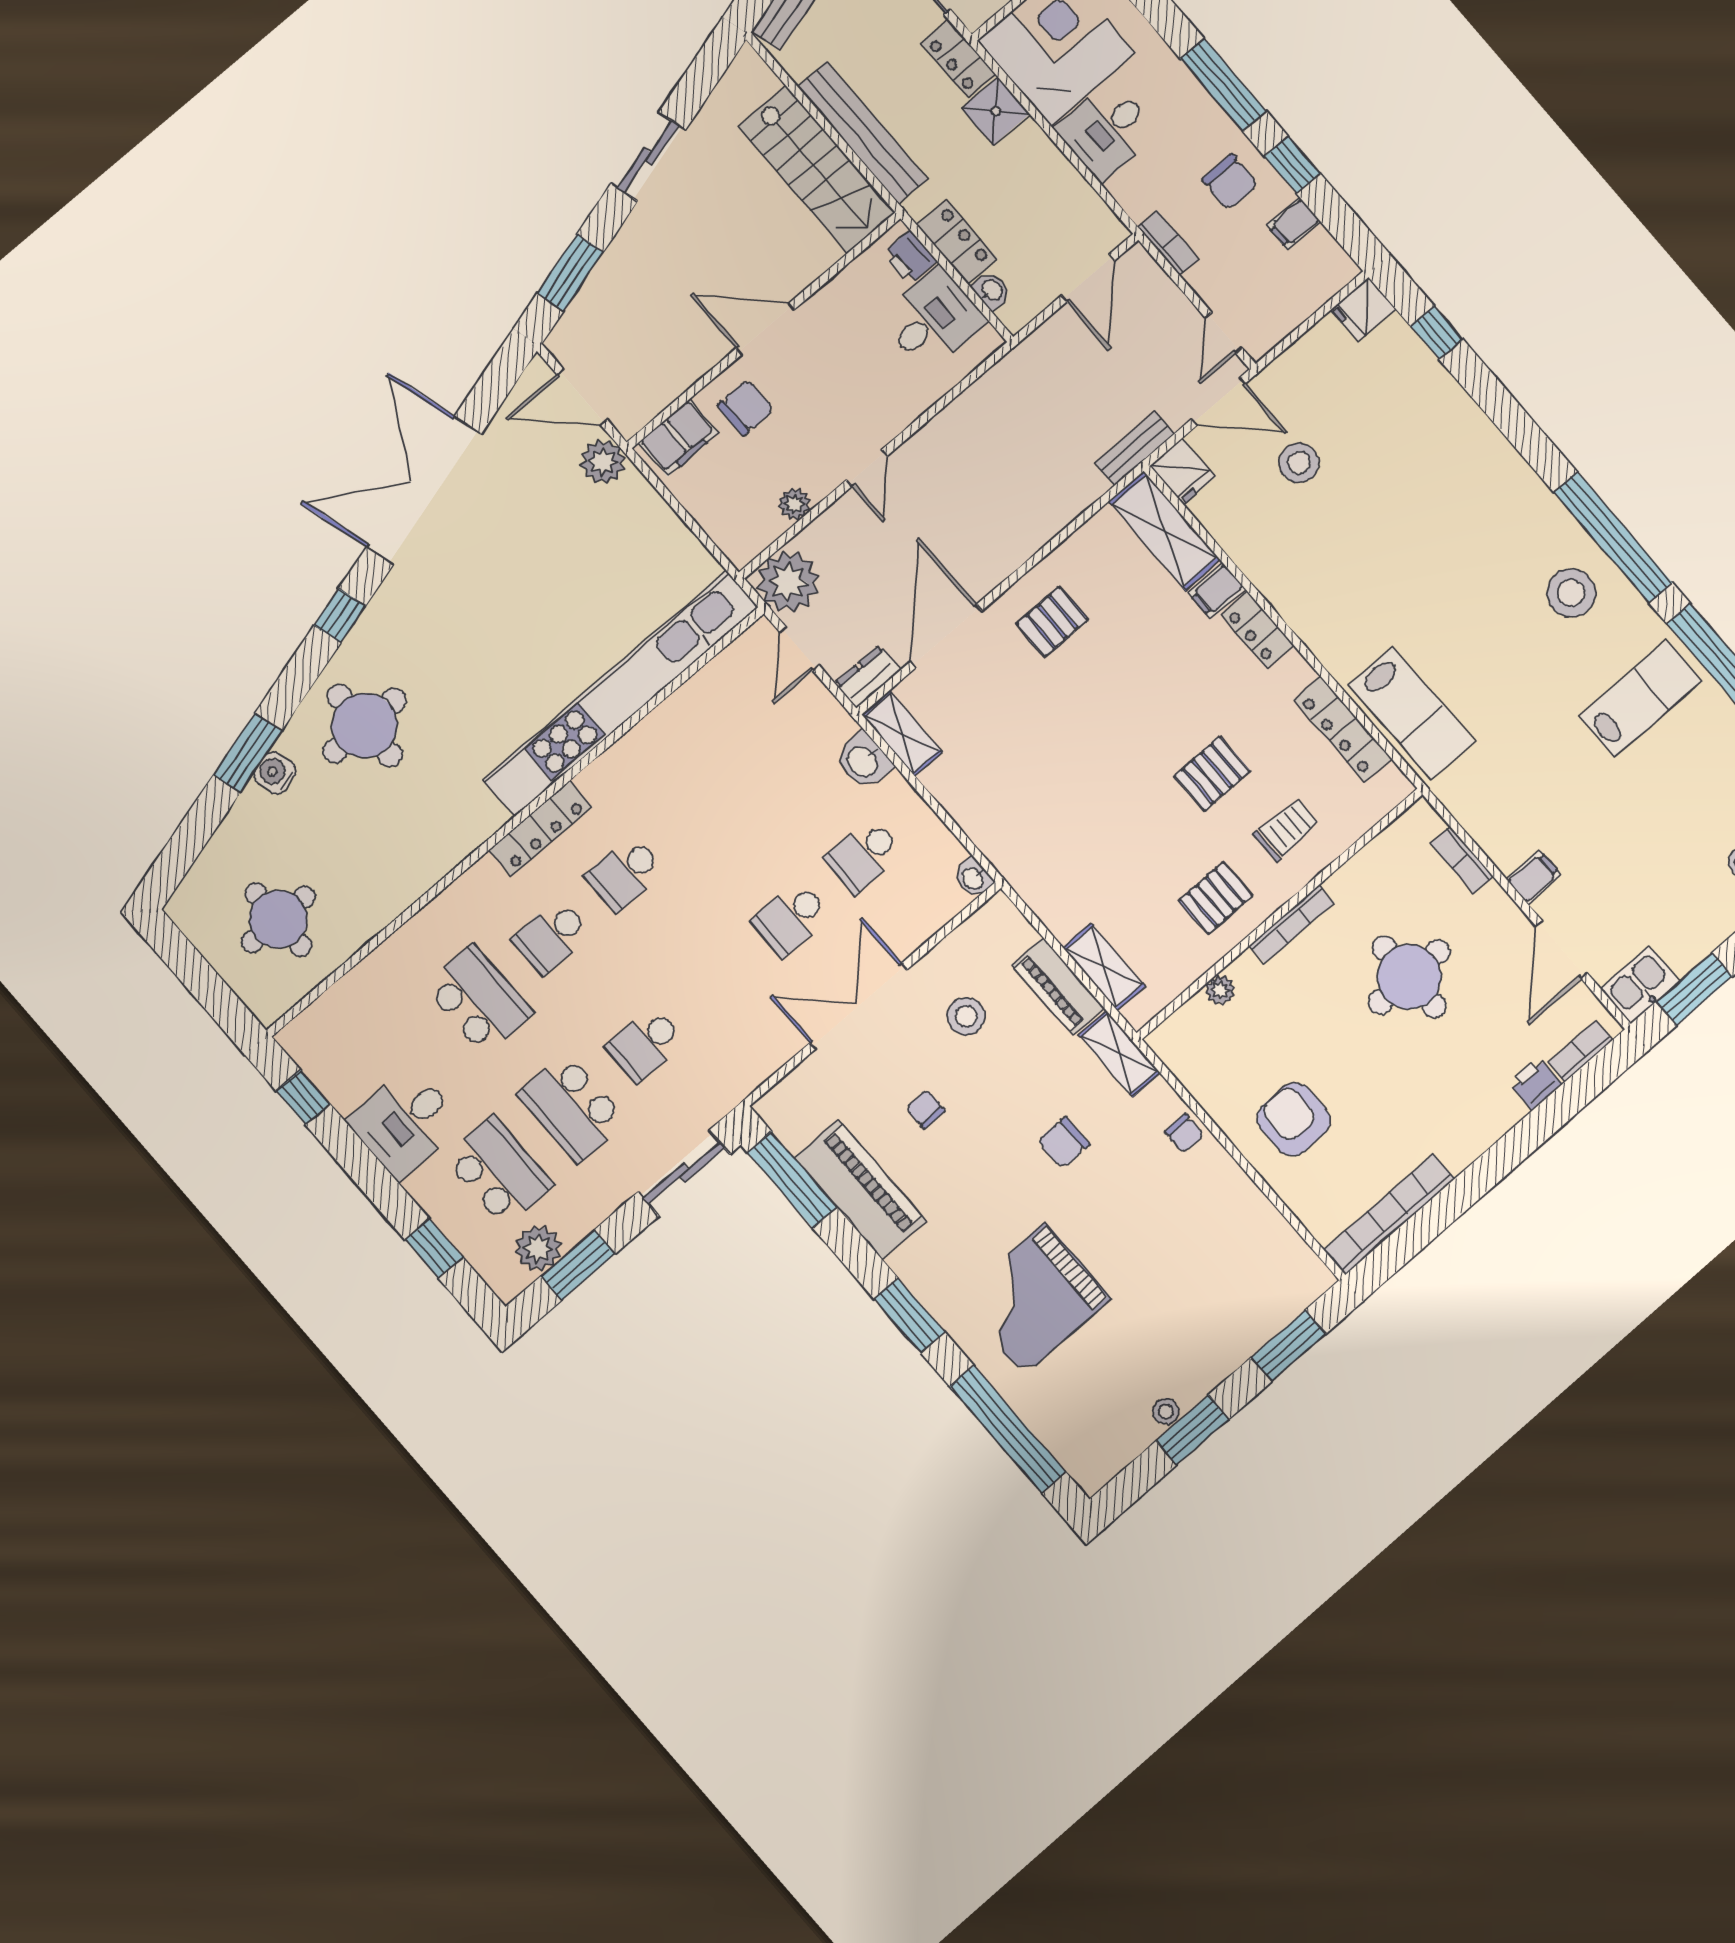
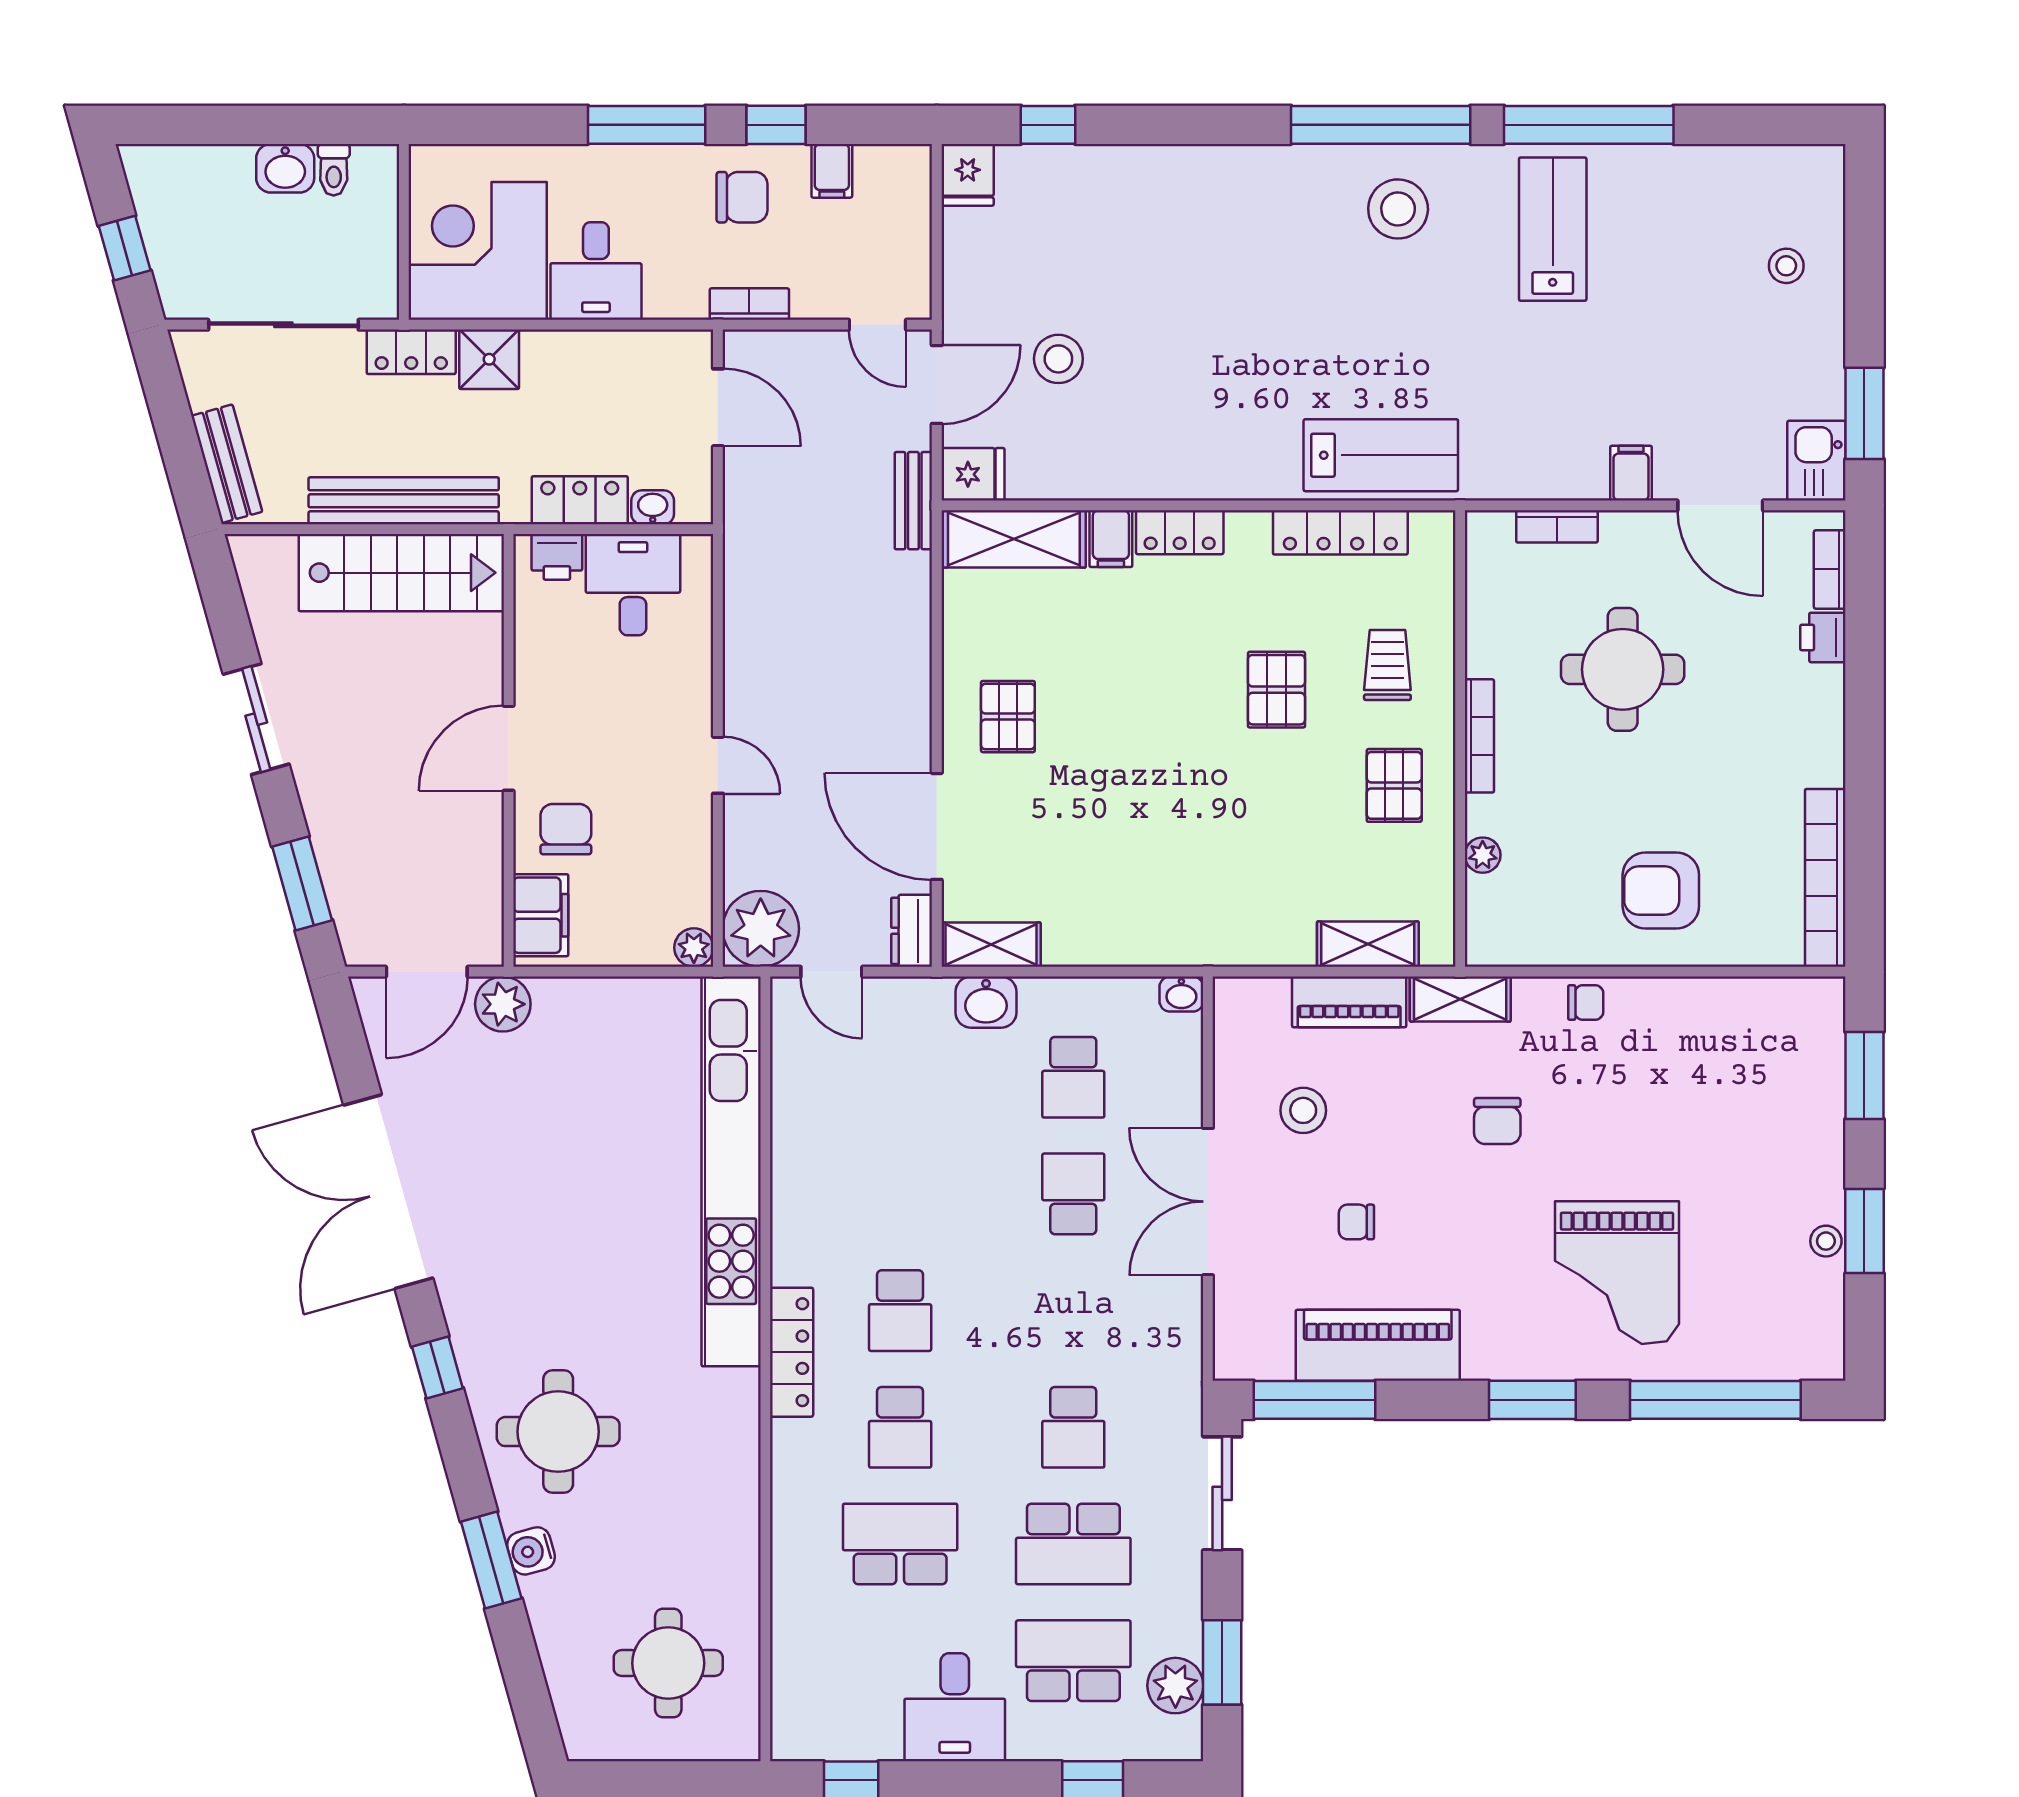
plant: (794, 504) -> (694, 948), moved
school desk: (791, 918) -> (1073, 1194), turned 180

